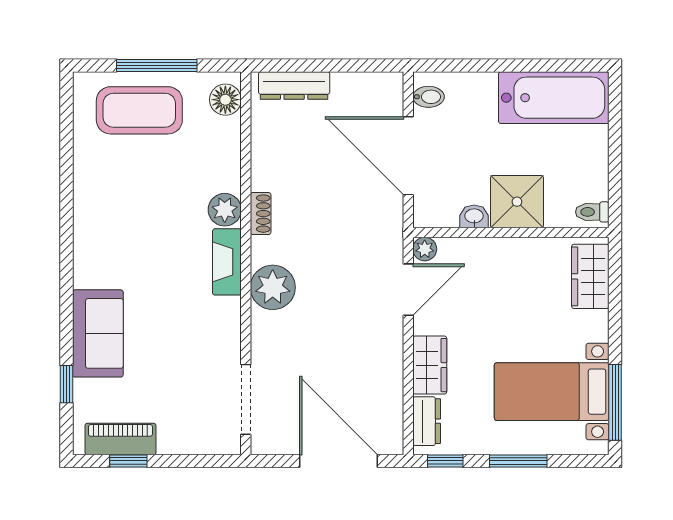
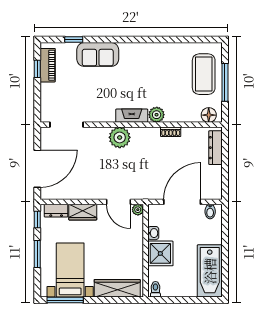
shoe rack: (261, 214) -> (171, 132), moved
wardrobe: (590, 276) -> (117, 288), width x1.50

